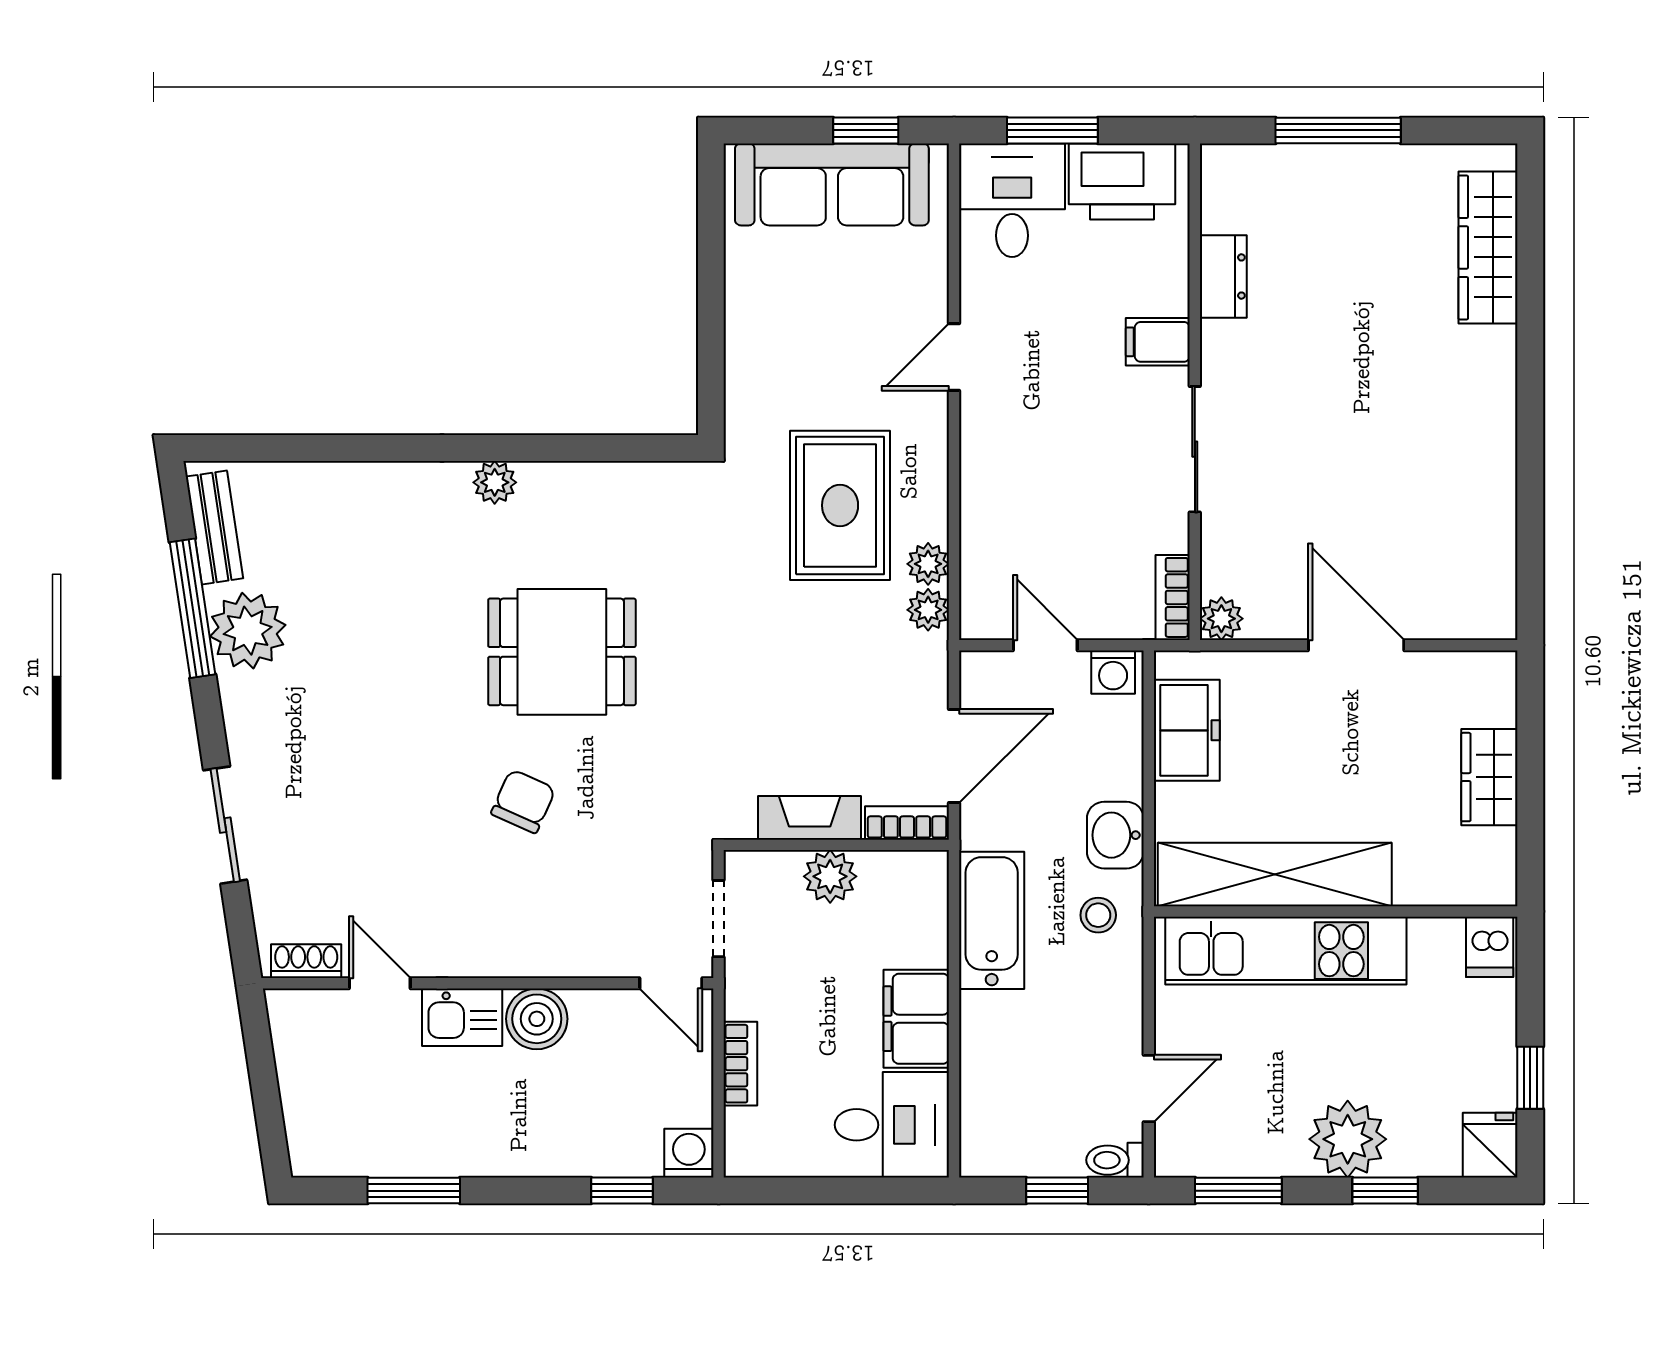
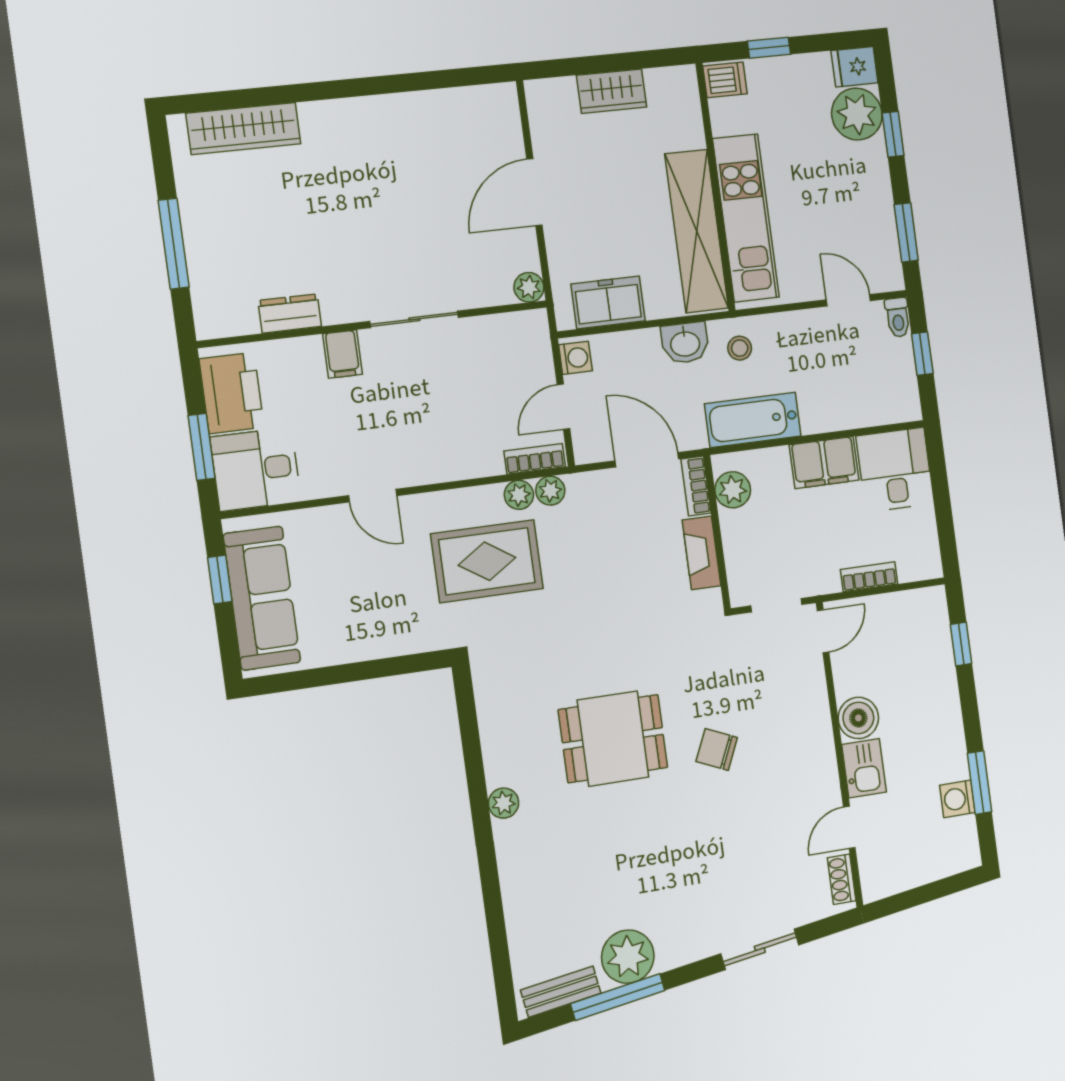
bookcase: (1173, 597) -> (535, 459), moved, turned 180
dining table: (562, 652) -> (613, 739), turned 90
plant: (830, 876) -> (733, 490), moved
window: (1530, 1078) -> (769, 48), moved
plant: (1348, 1139) -> (857, 114), moved
washing machine: (689, 1153) -> (957, 799), moved

